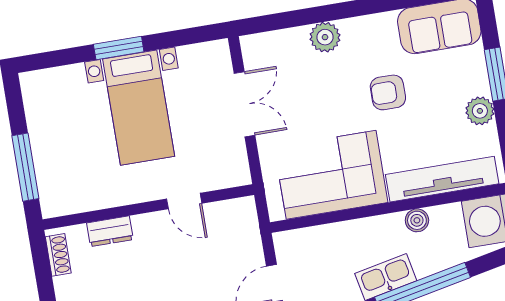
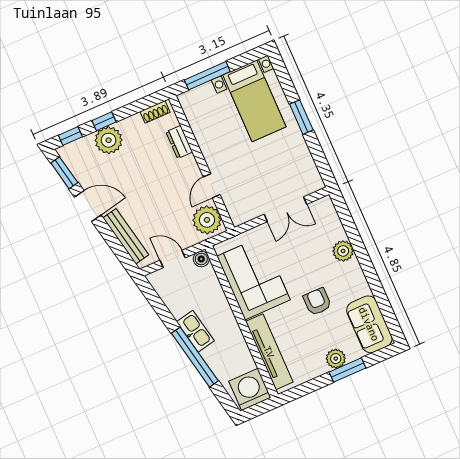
bed with nightstands: (139, 108) -> (254, 101), moved, turned -90
plant: (480, 111) -> (336, 359), moved
plant: (231, 220) -> (207, 220), added
boiler: (417, 220) -> (201, 259), moved

